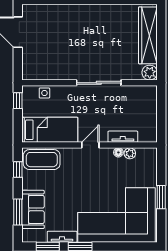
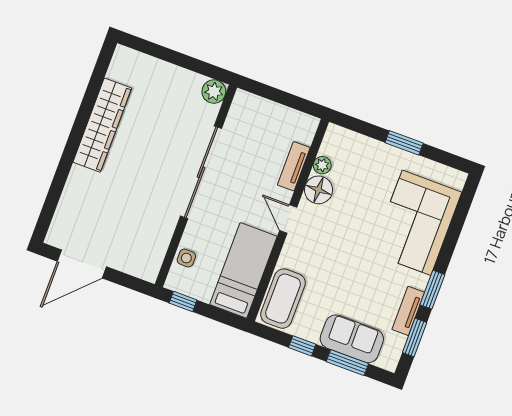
wardrobe: (148, 35) -> (102, 125), moved, turned -90
sliding door: (99, 83) -> (201, 172), width x1.36
floor lamp: (118, 152) -> (318, 190), width x1.89, depth x1.89
window: (18, 170) -> (302, 346), moved
corner sofa: (116, 215) -> (417, 223), width x0.73, depth x0.74

